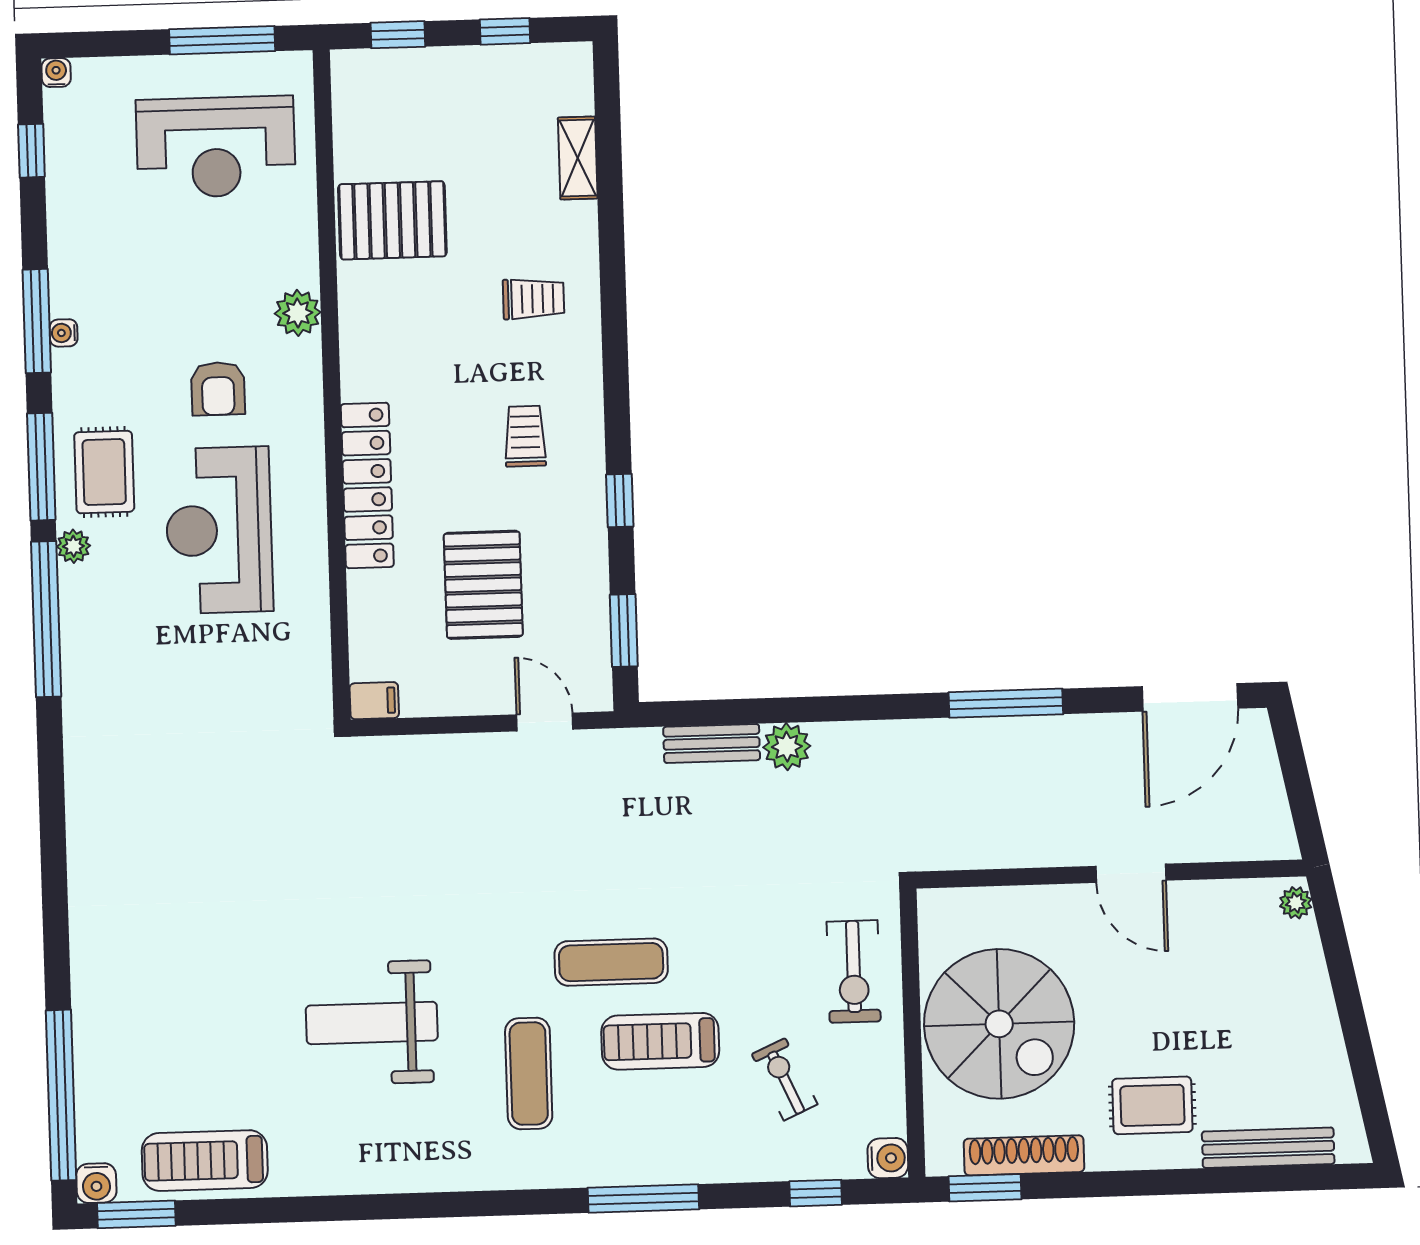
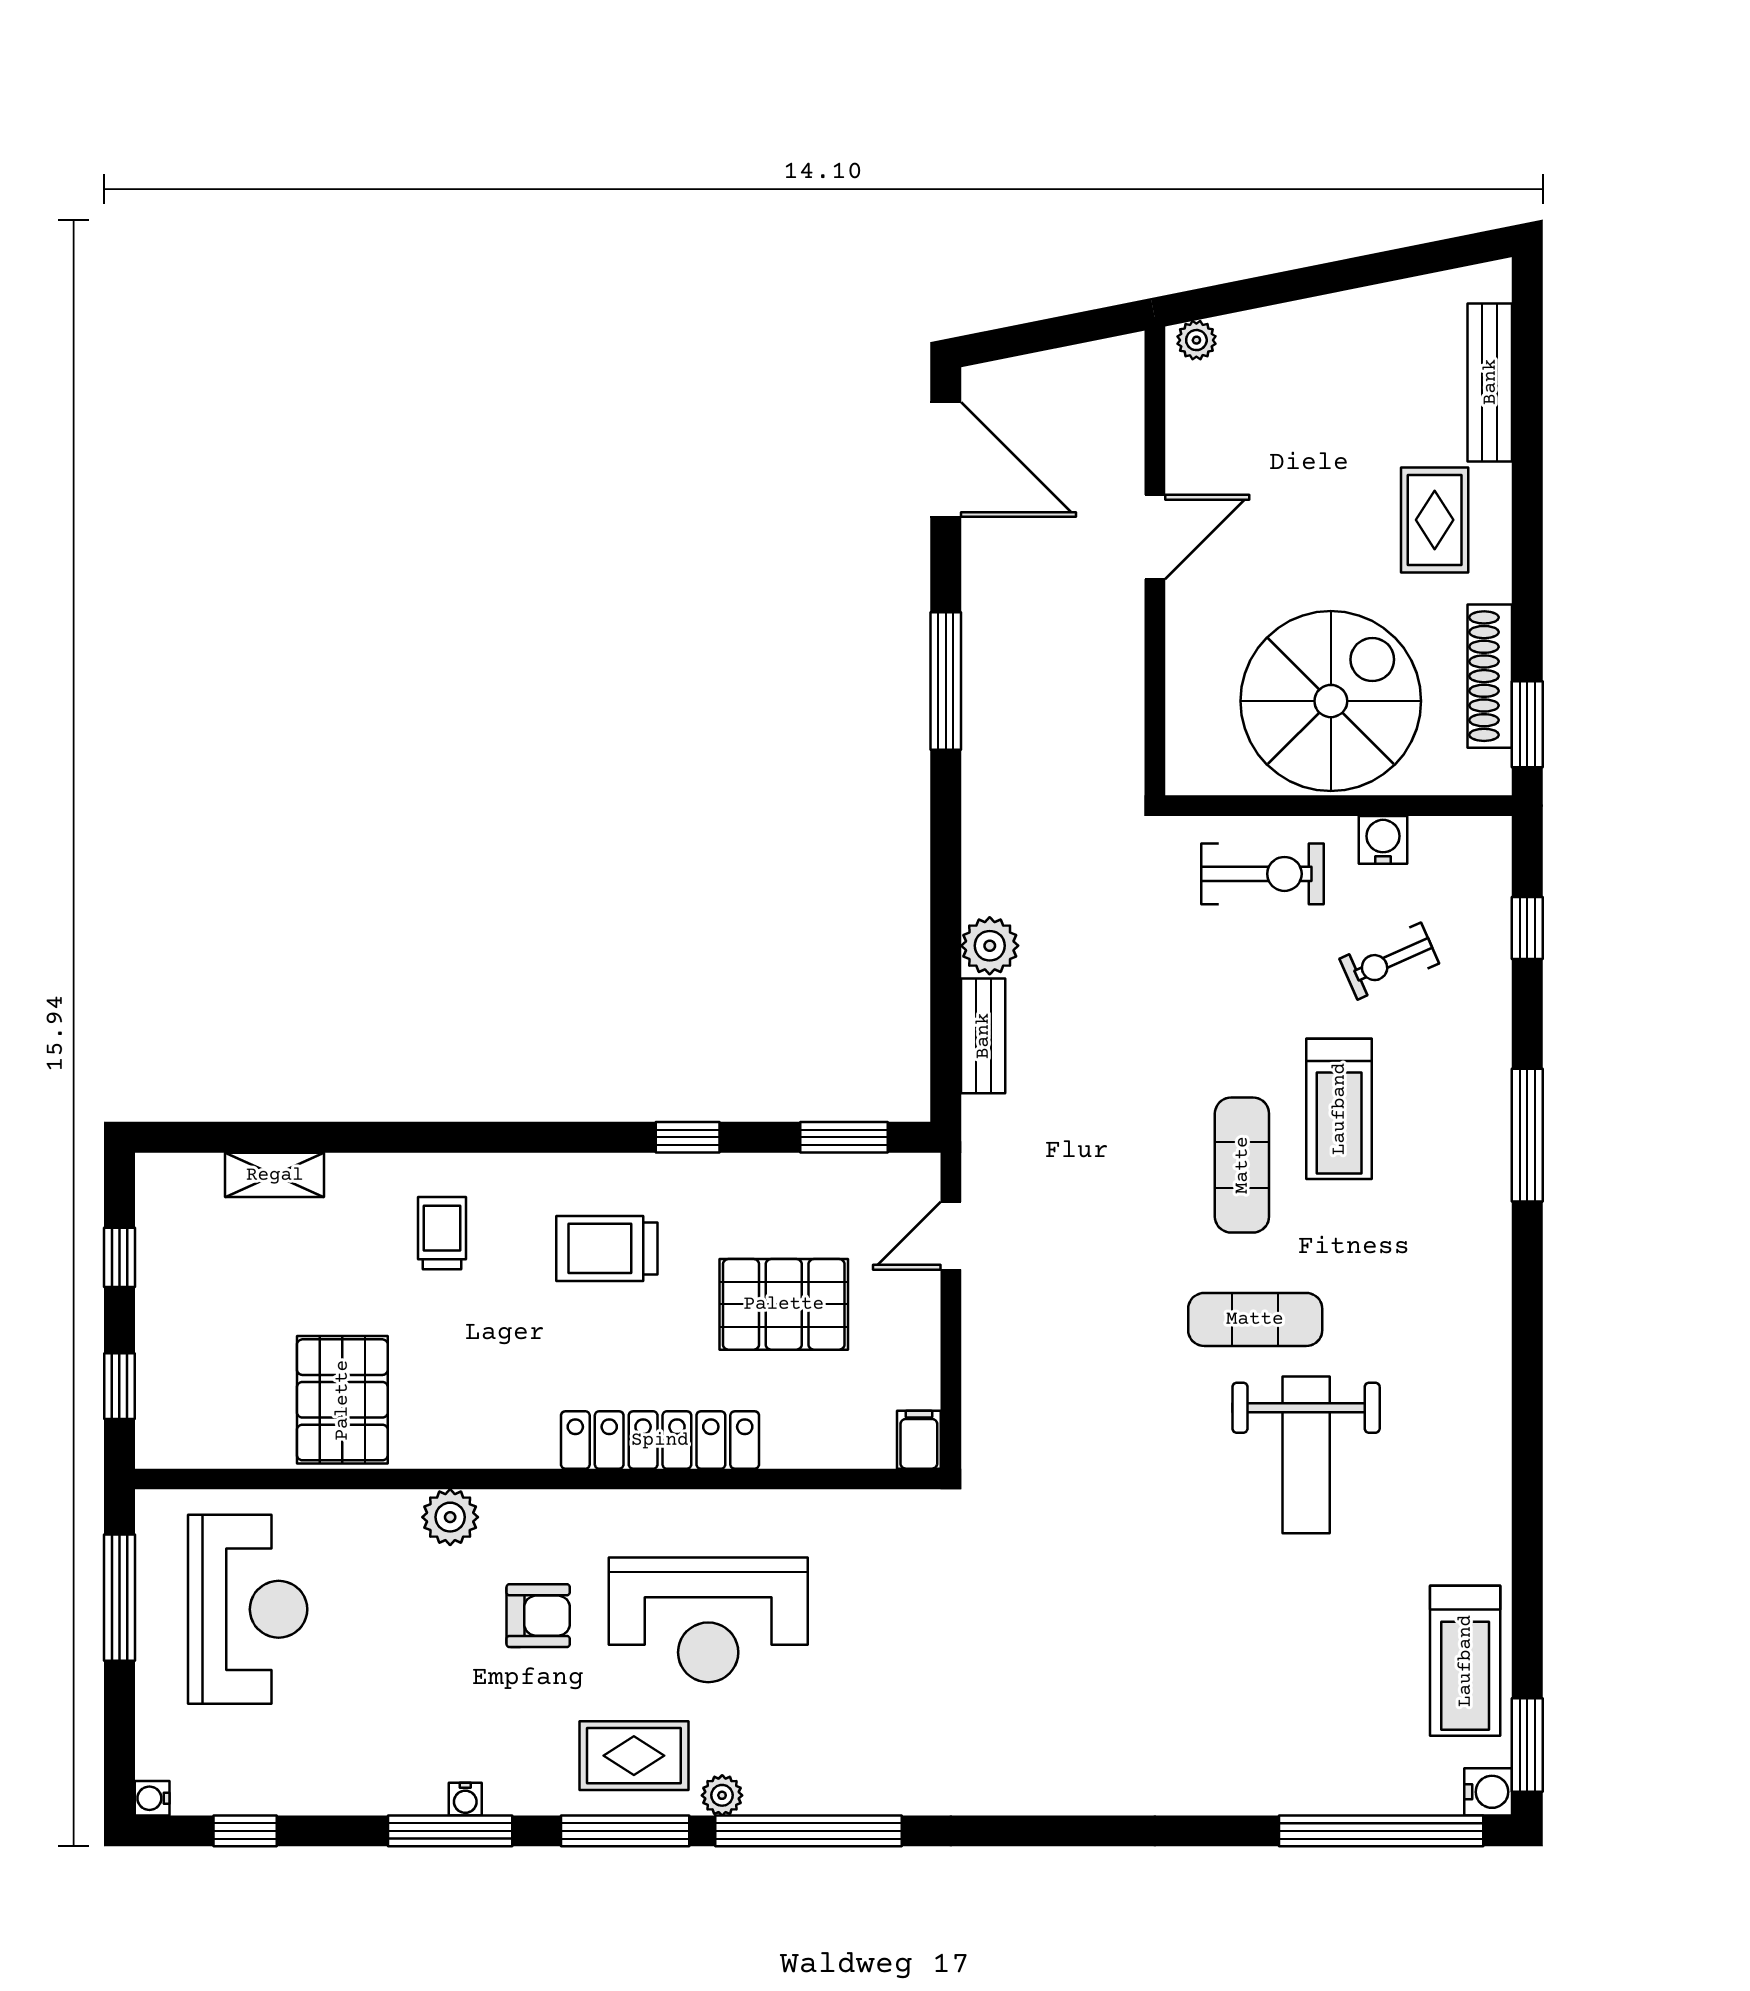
trolley: (525, 436) -> (607, 1248), width x1.36, depth x1.39
exercise mat: (529, 1074) -> (1255, 1319), moved
water cooler: (888, 1158) -> (1383, 840), moved

